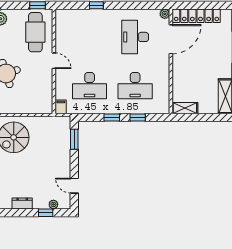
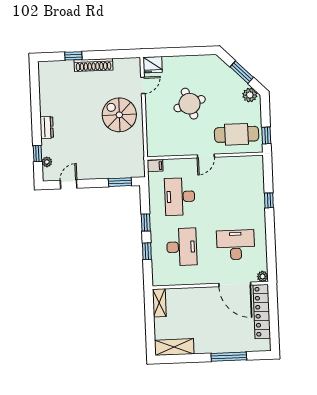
desk: (135, 86) -> (182, 247), turned 180

